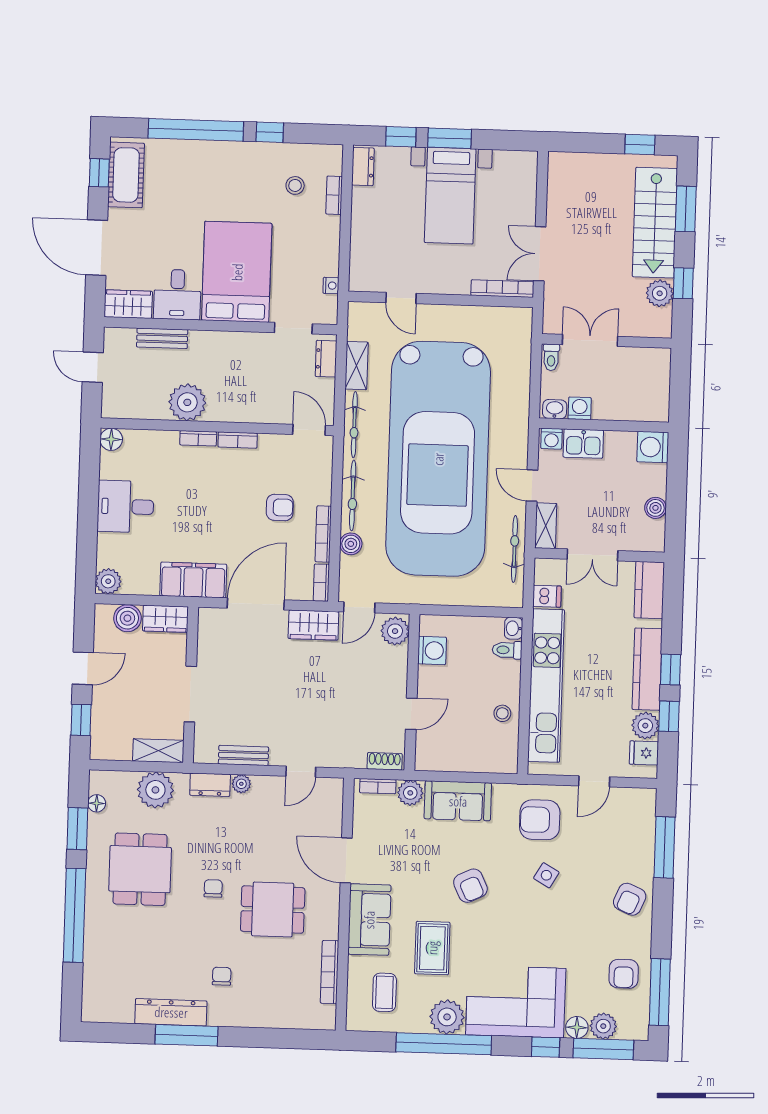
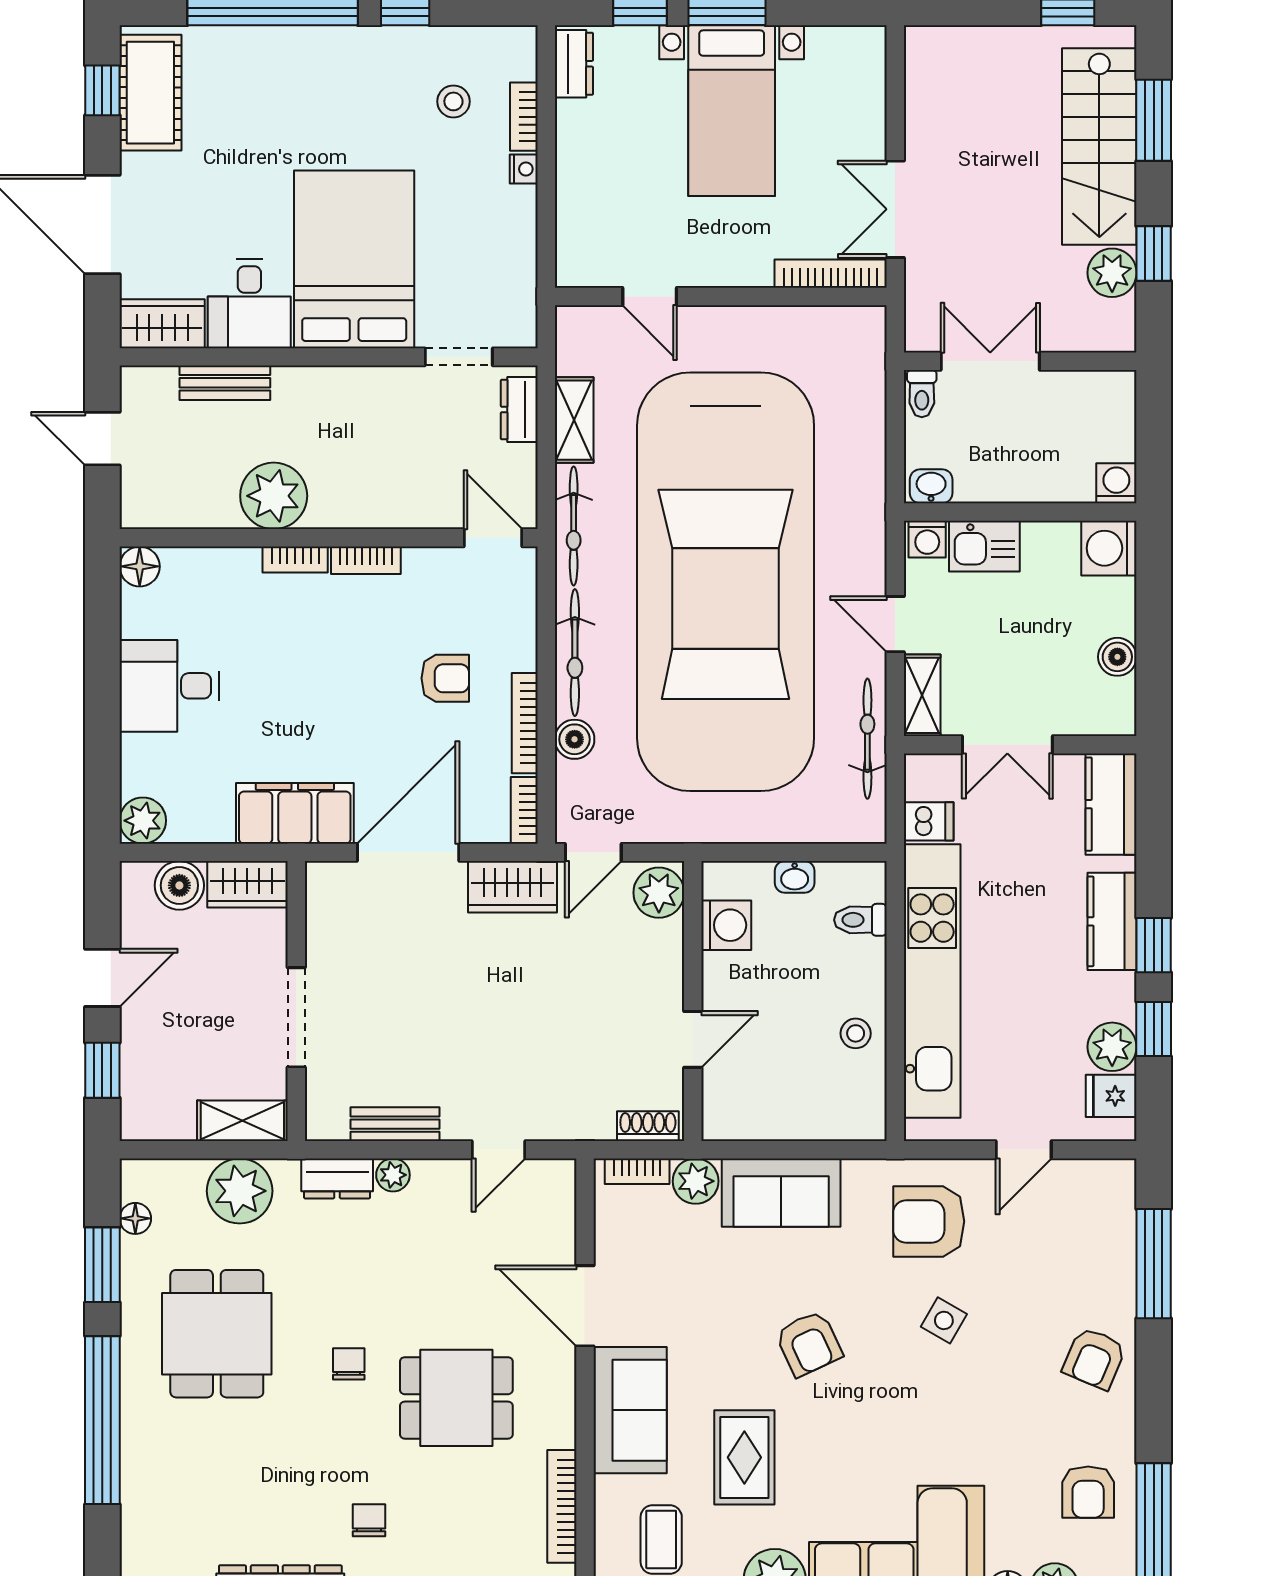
nightstand: (331, 286) -> (524, 169), moved
washing machine: (580, 408) -> (1116, 483), moved
washbasin: (514, 628) -> (795, 877), moved, turned -90
kitchen counter: (647, 669) -> (1112, 921), width x0.67

